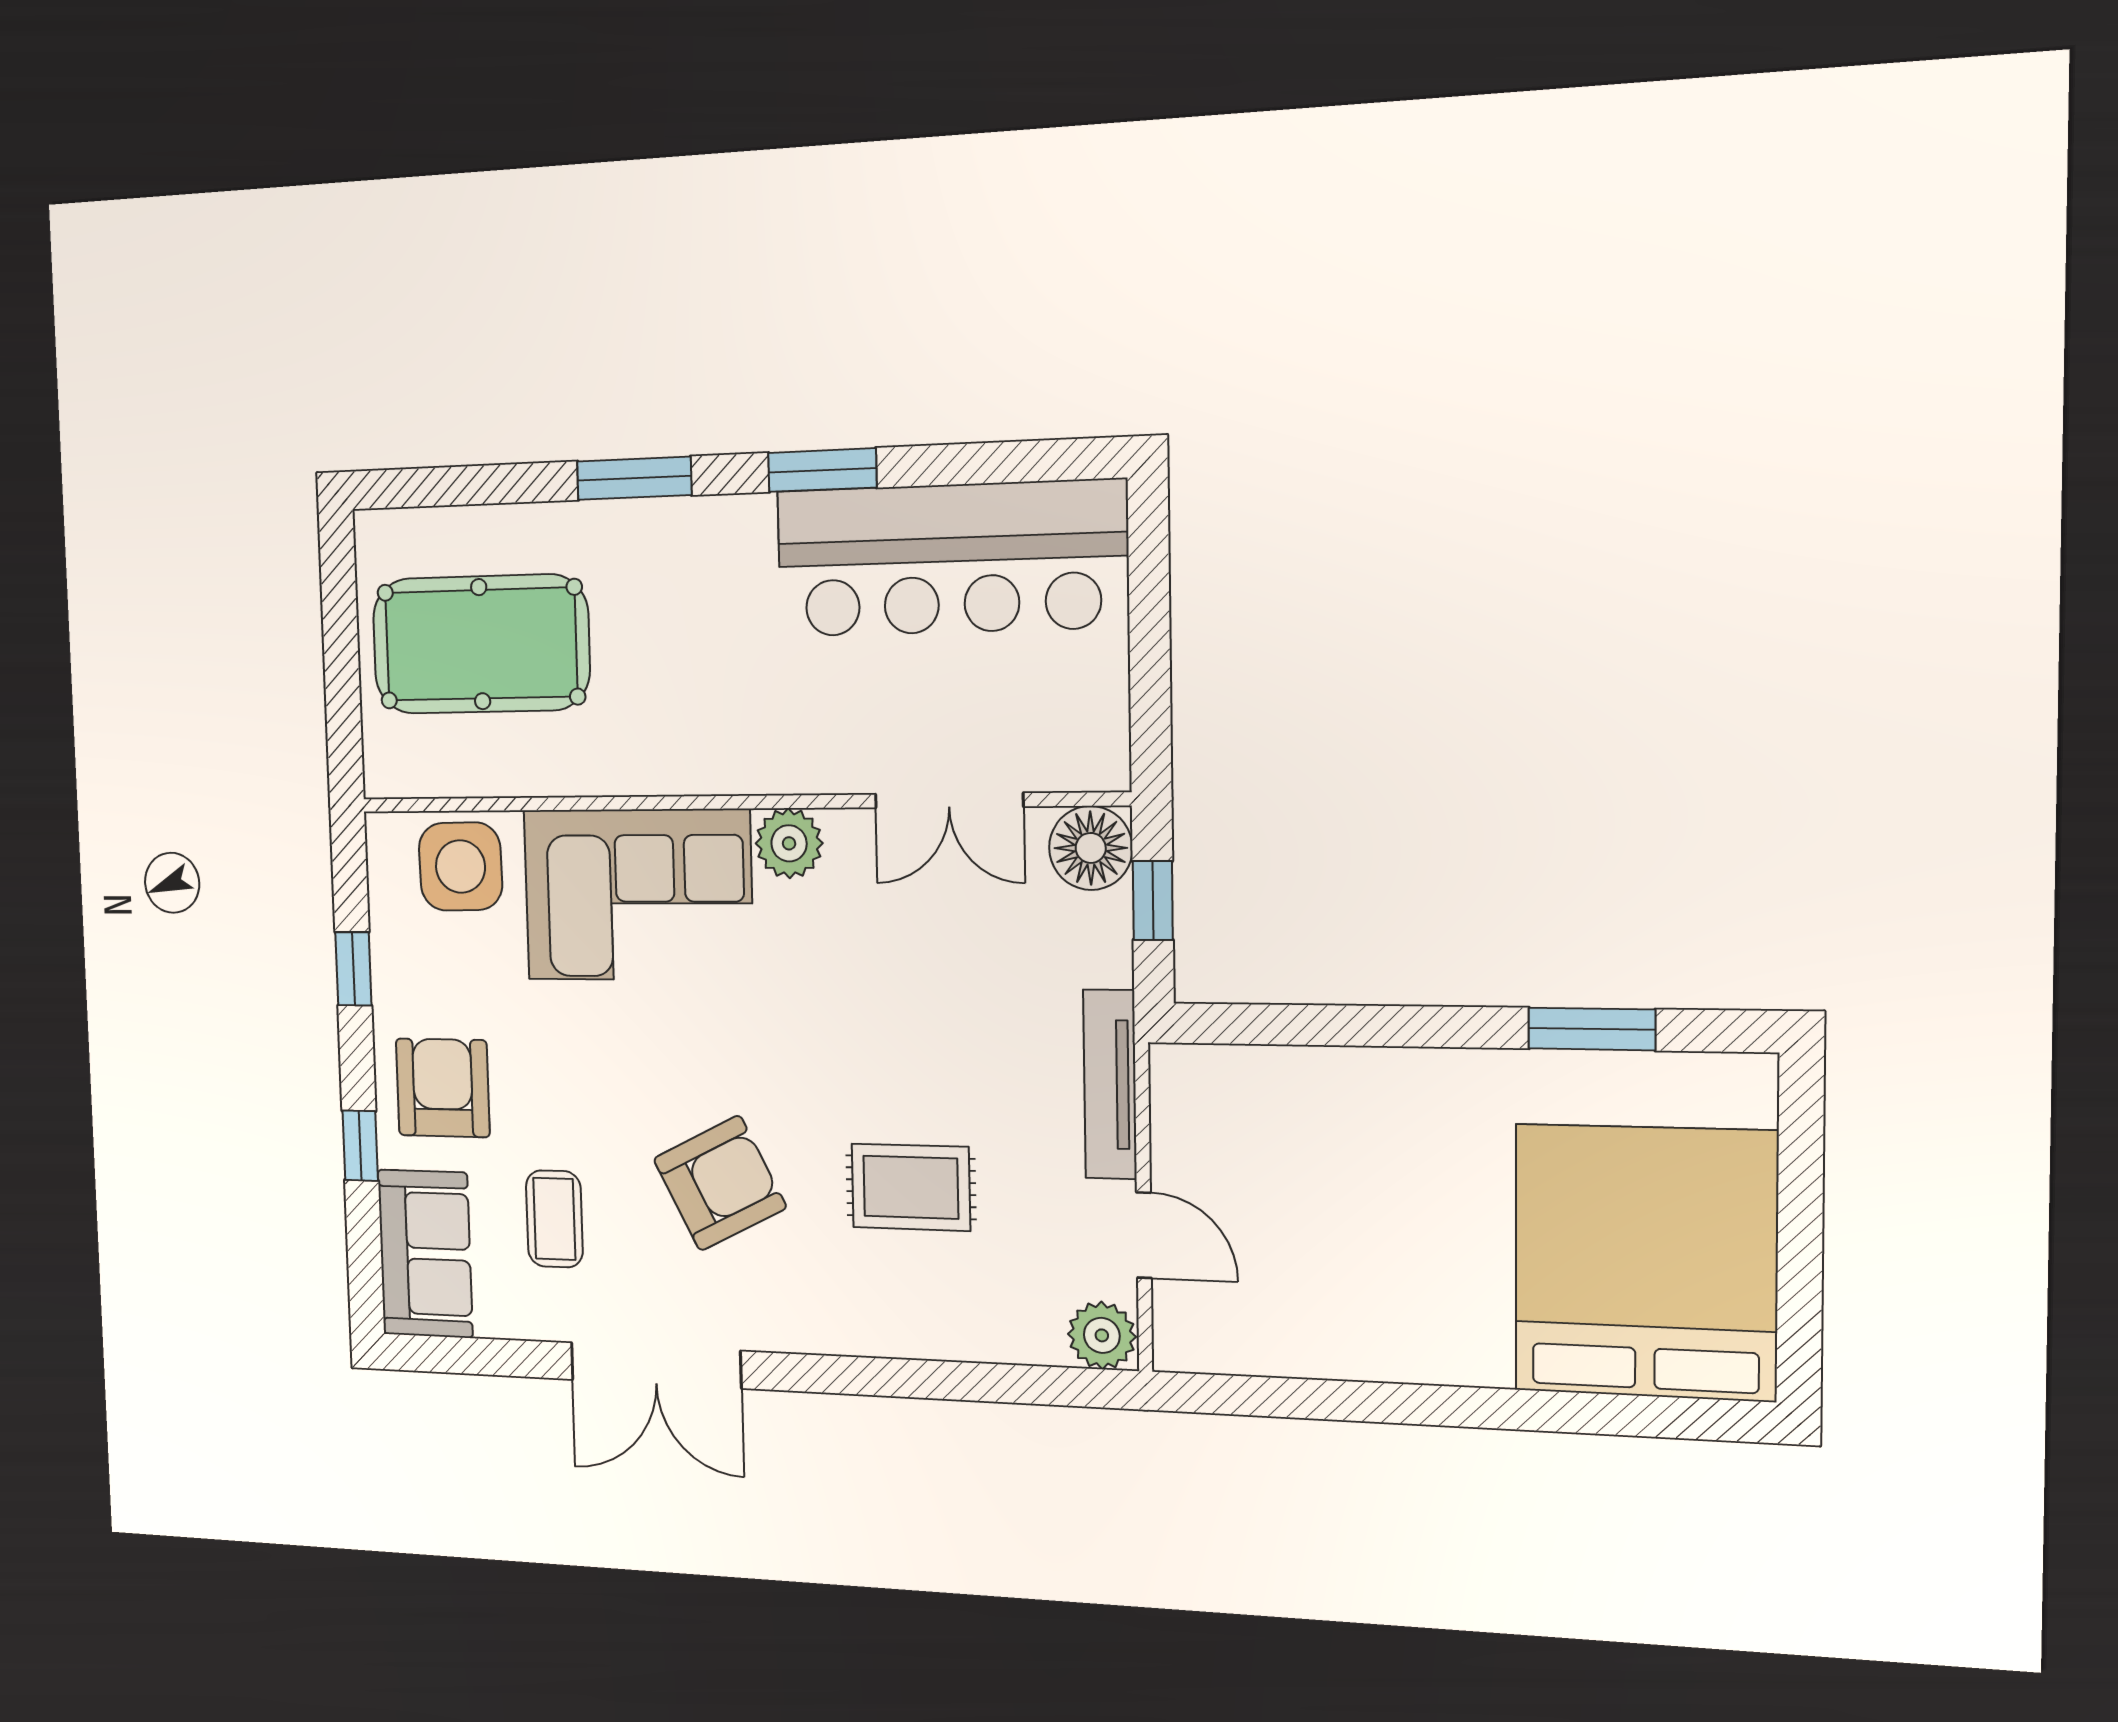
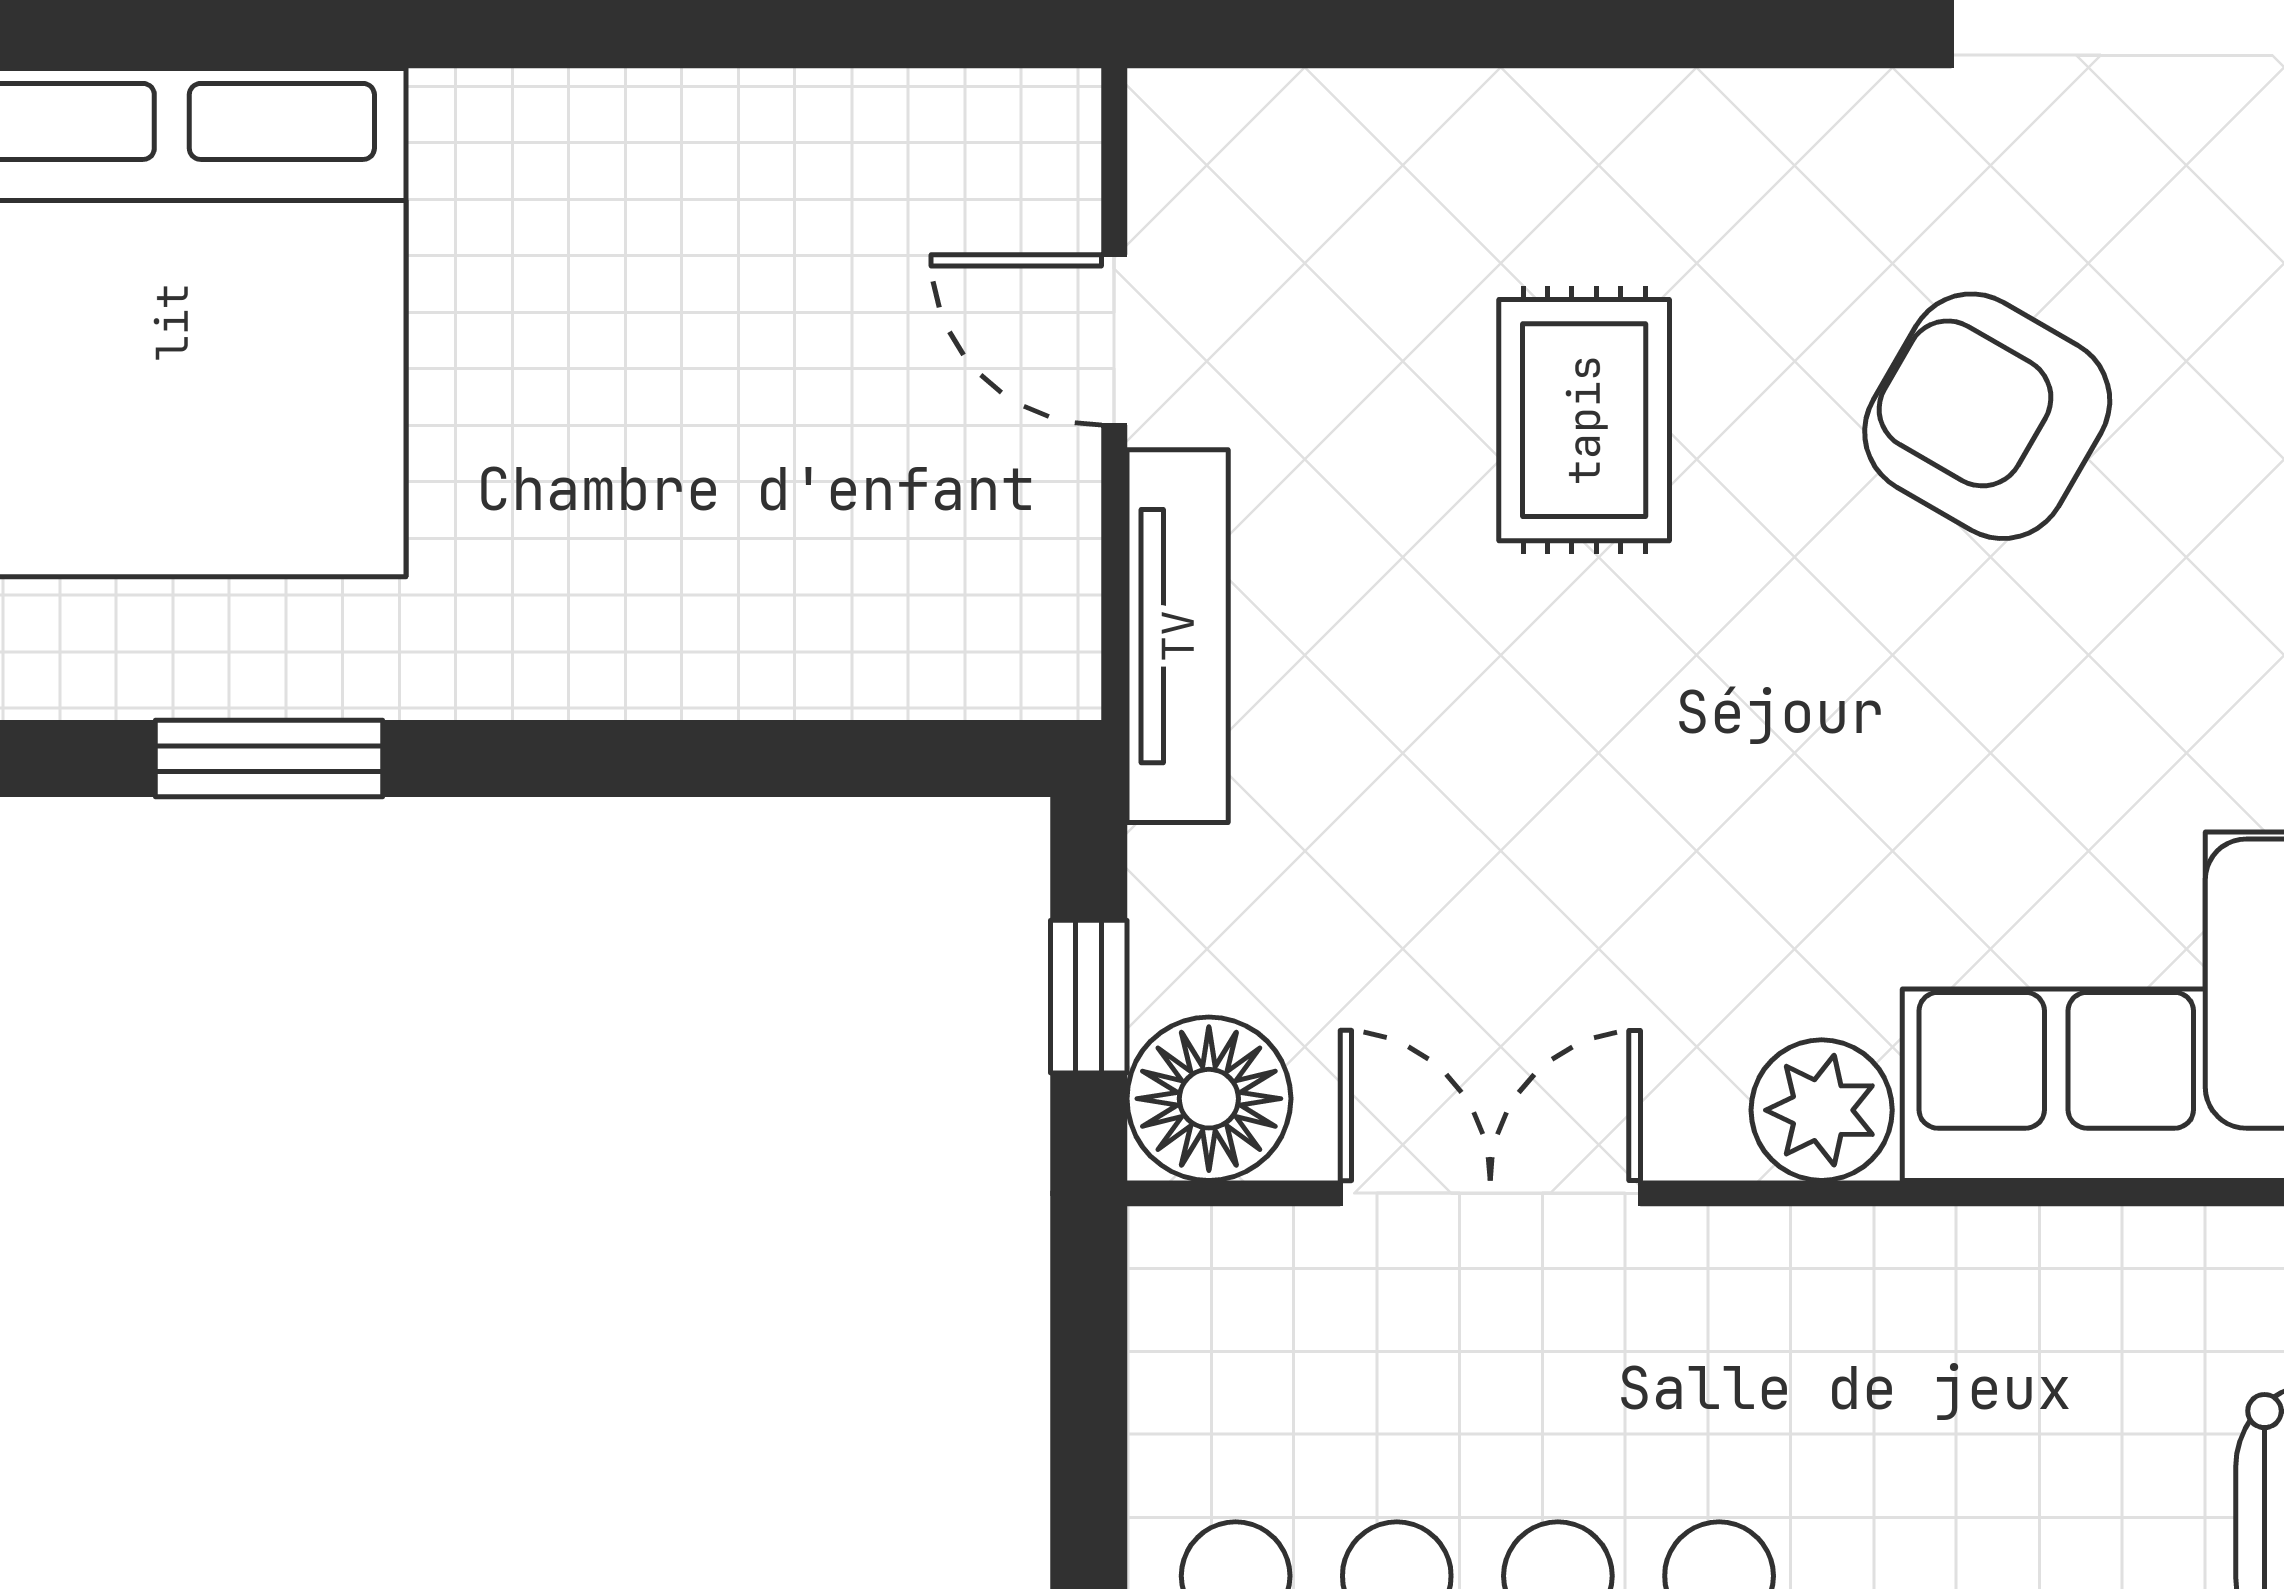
armchair: (720, 1183) -> (1987, 416), turned 57
rug: (911, 1187) -> (1584, 420), turned 90
plant: (1102, 1335) -> (1201, 136), removed

